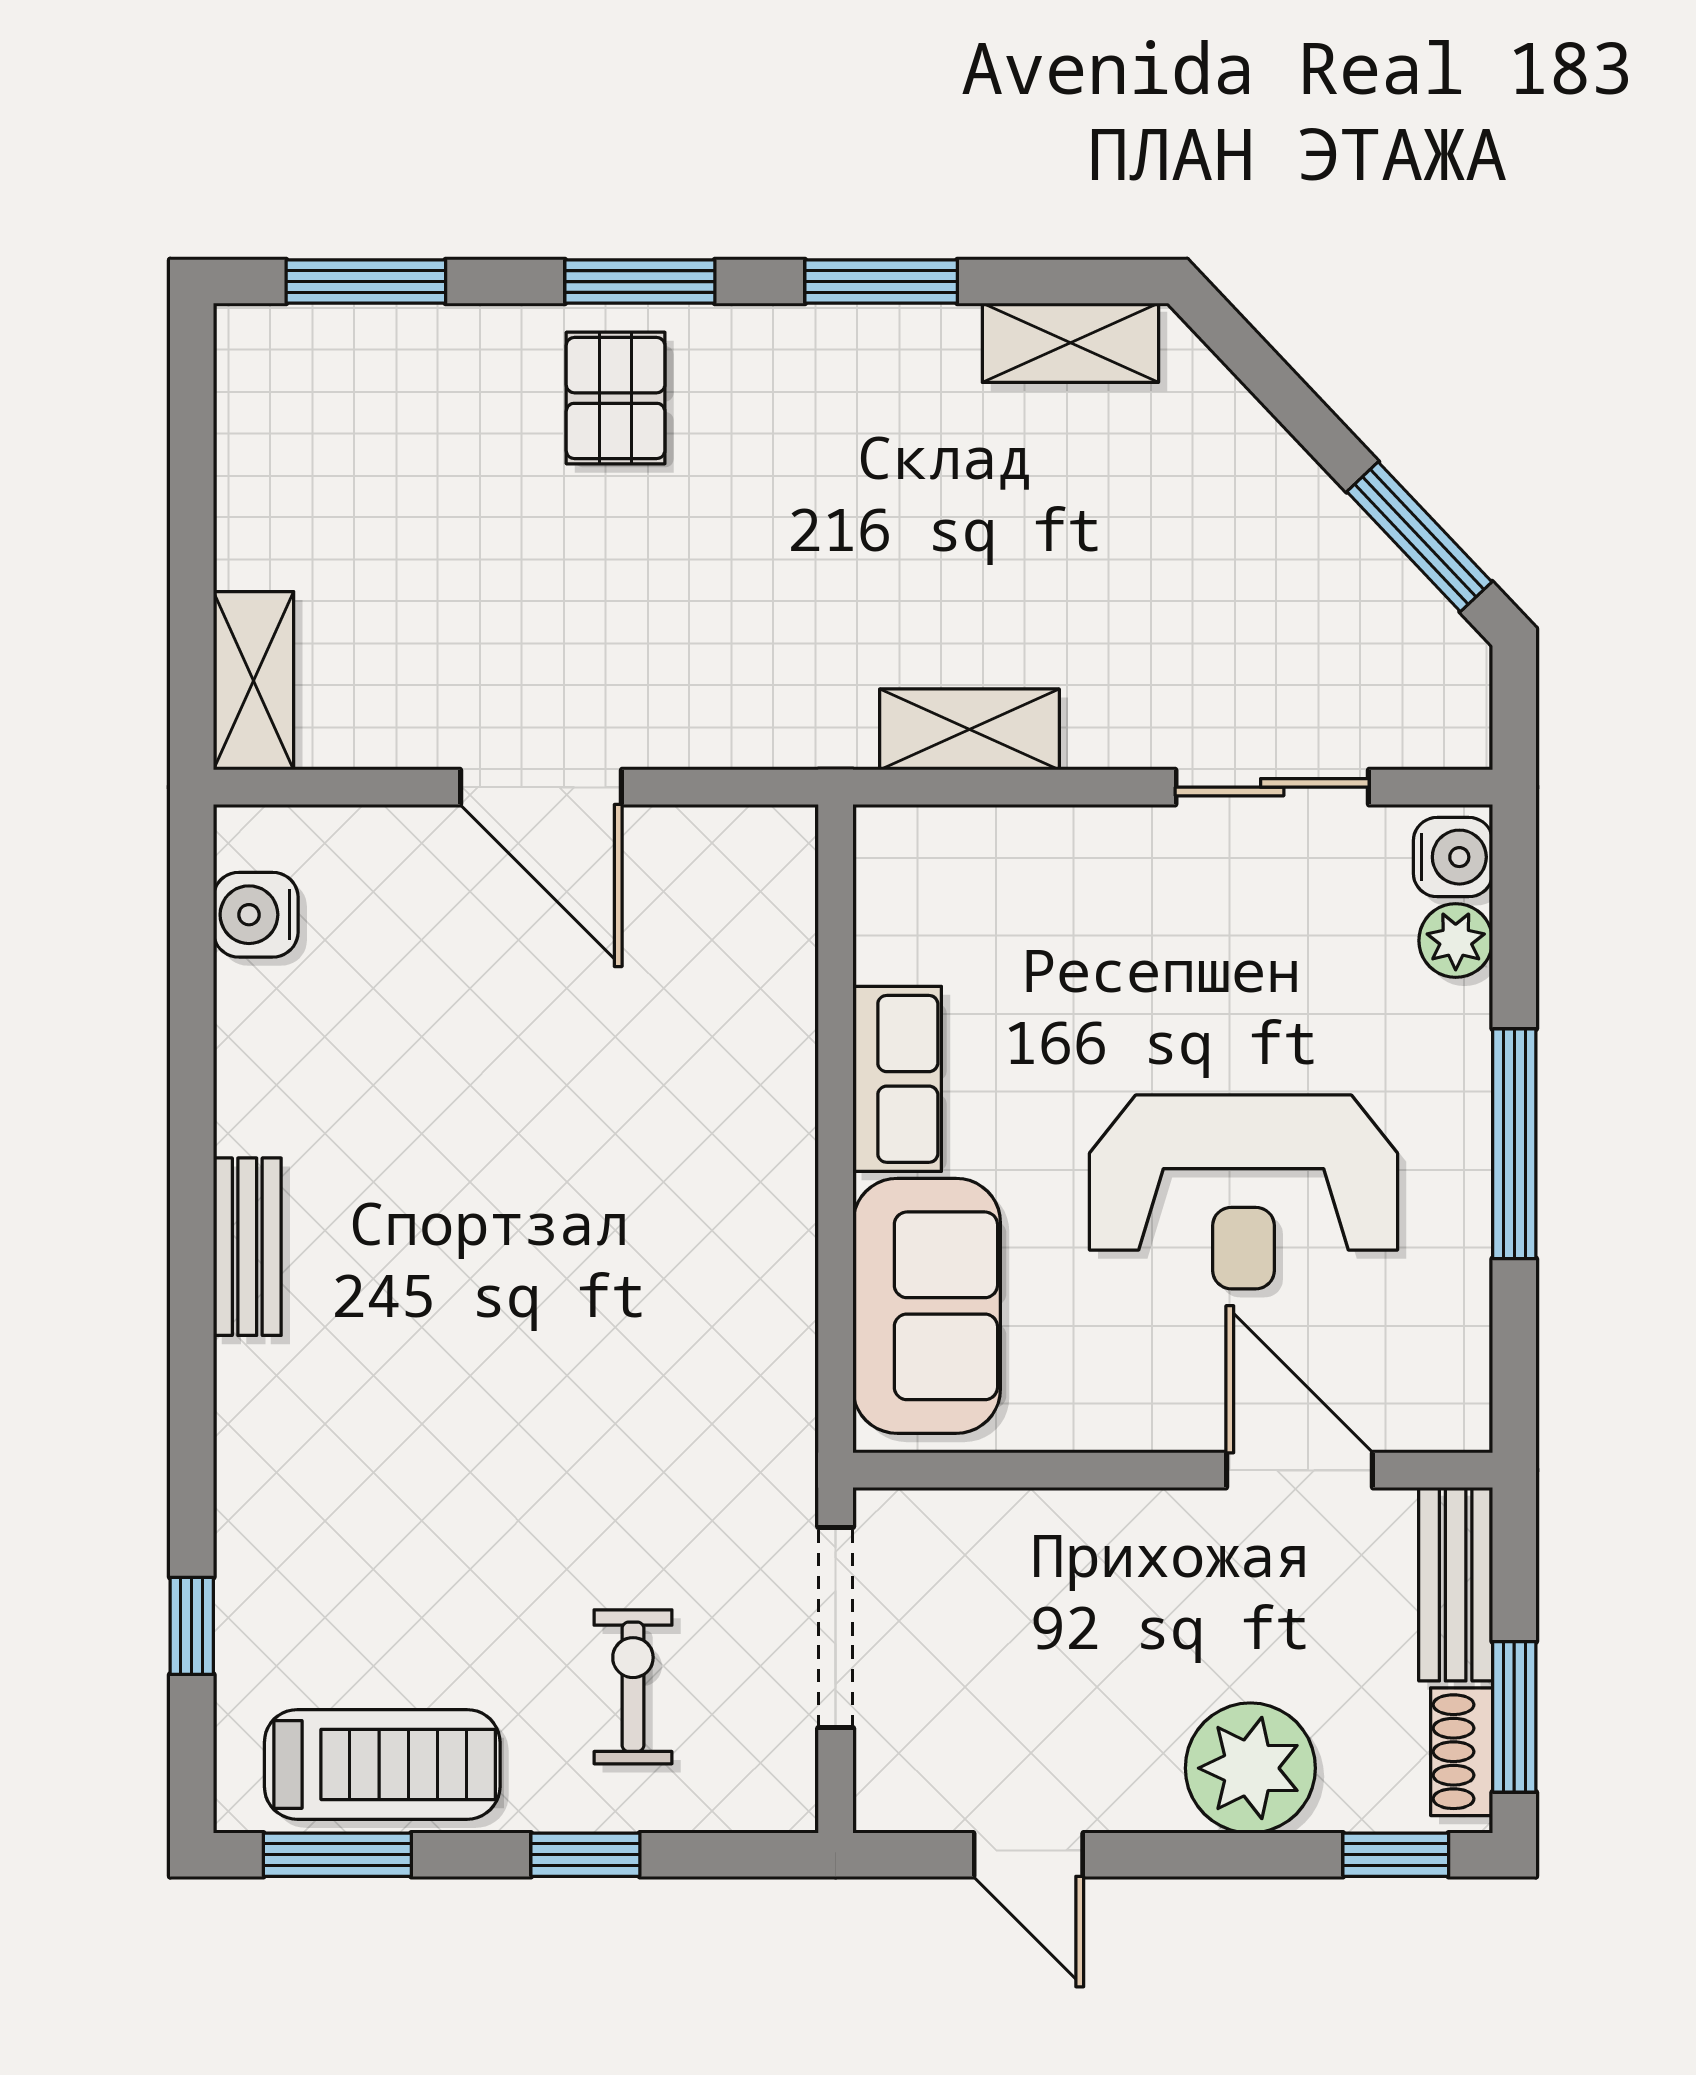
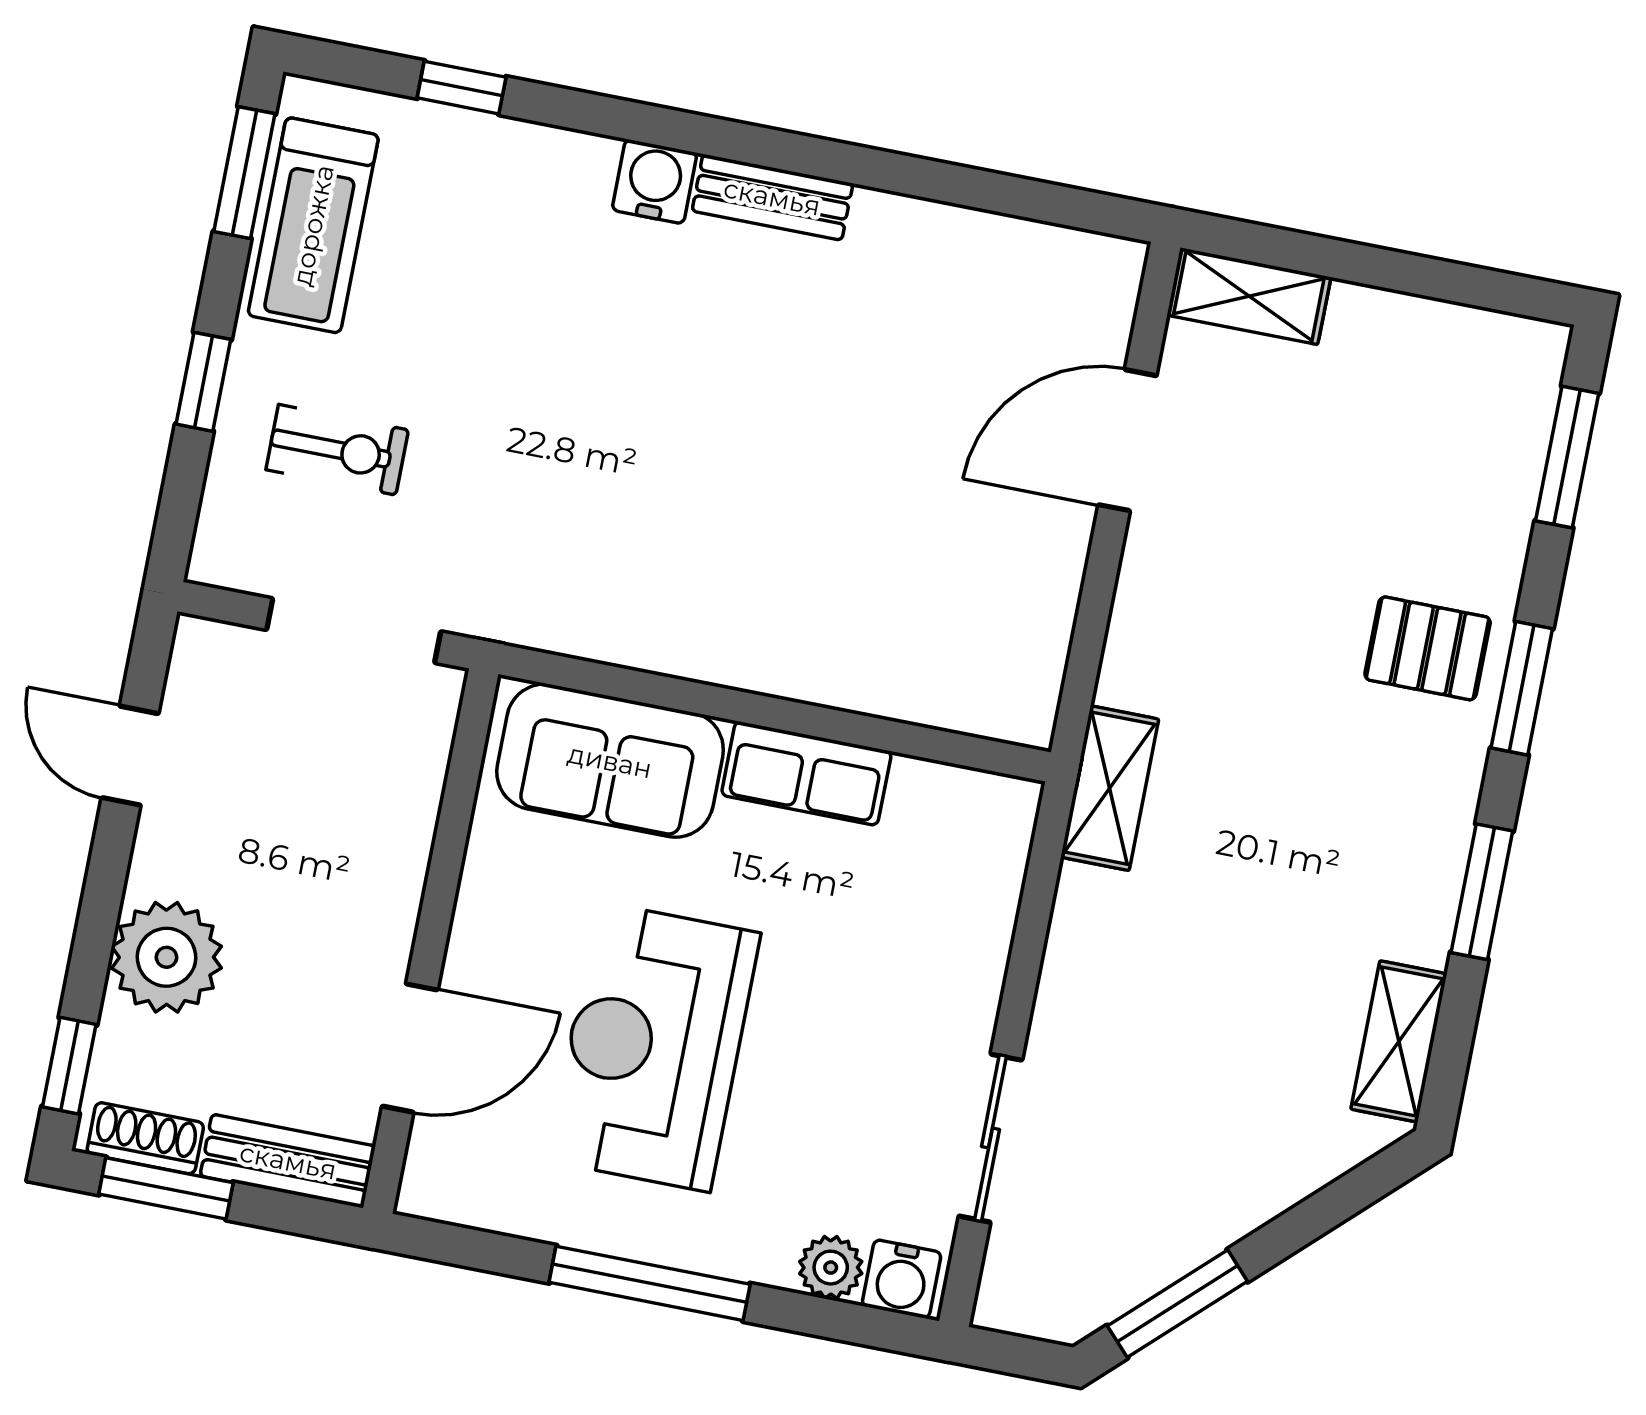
shelving: (969, 729) -> (1110, 788), moved
door: (541, 787) -> (1127, 440), moved
water cooler: (256, 915) -> (655, 181), moved
door: (1028, 1855) -> (130, 756), hinge flipped

